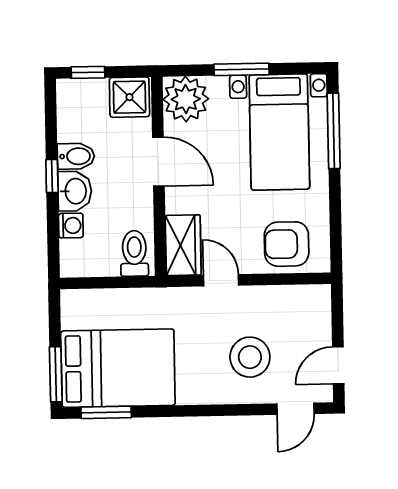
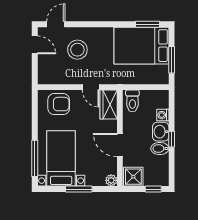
plant: (186, 99) -> (111, 180), width x0.53, depth x0.53
door: (338, 365) -> (35, 45), hinge flipped
window: (56, 374) -> (172, 60), moved

